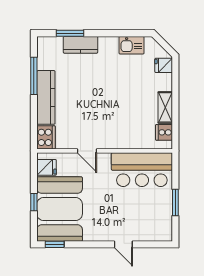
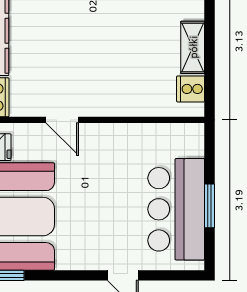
bar counter: (142, 170) -> (176, 209), moved, turned 90

